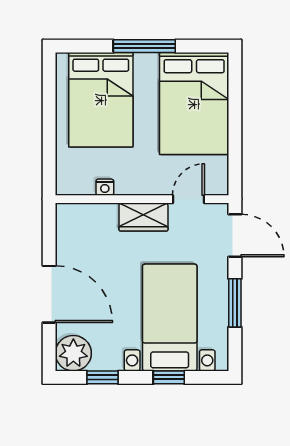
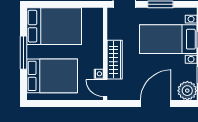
door: (188, 199) -> (105, 88), moved
wardrobe: (143, 217) -> (115, 60), width x1.50

